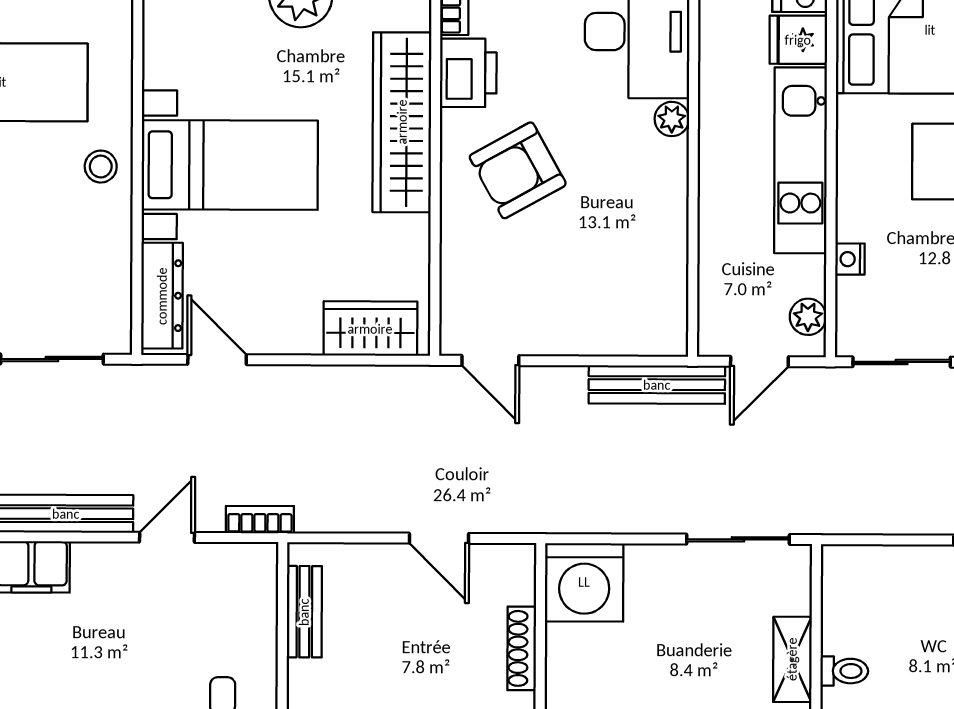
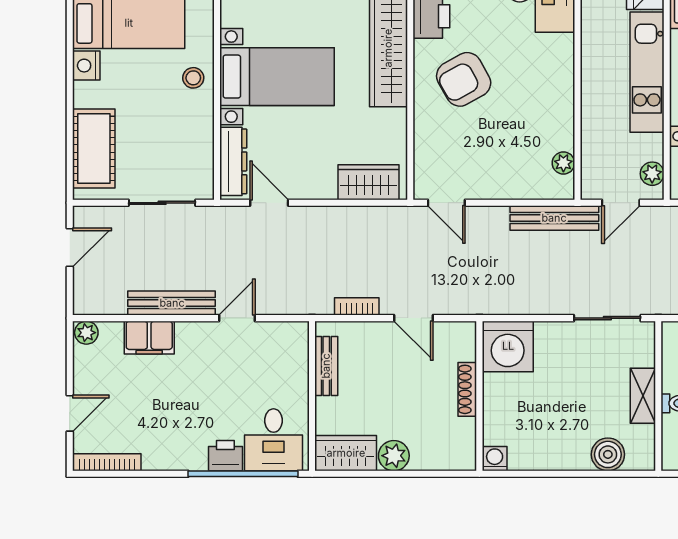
plant: (672, 119) -> (563, 163), moved
bookcase: (260, 520) -> (357, 306), moved

